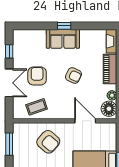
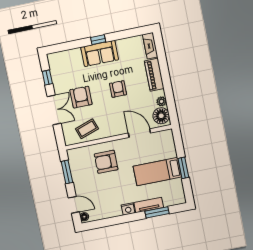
armchair: (73, 76) -> (118, 89), turned -115
armchair: (48, 142) -> (106, 162), turned 139

